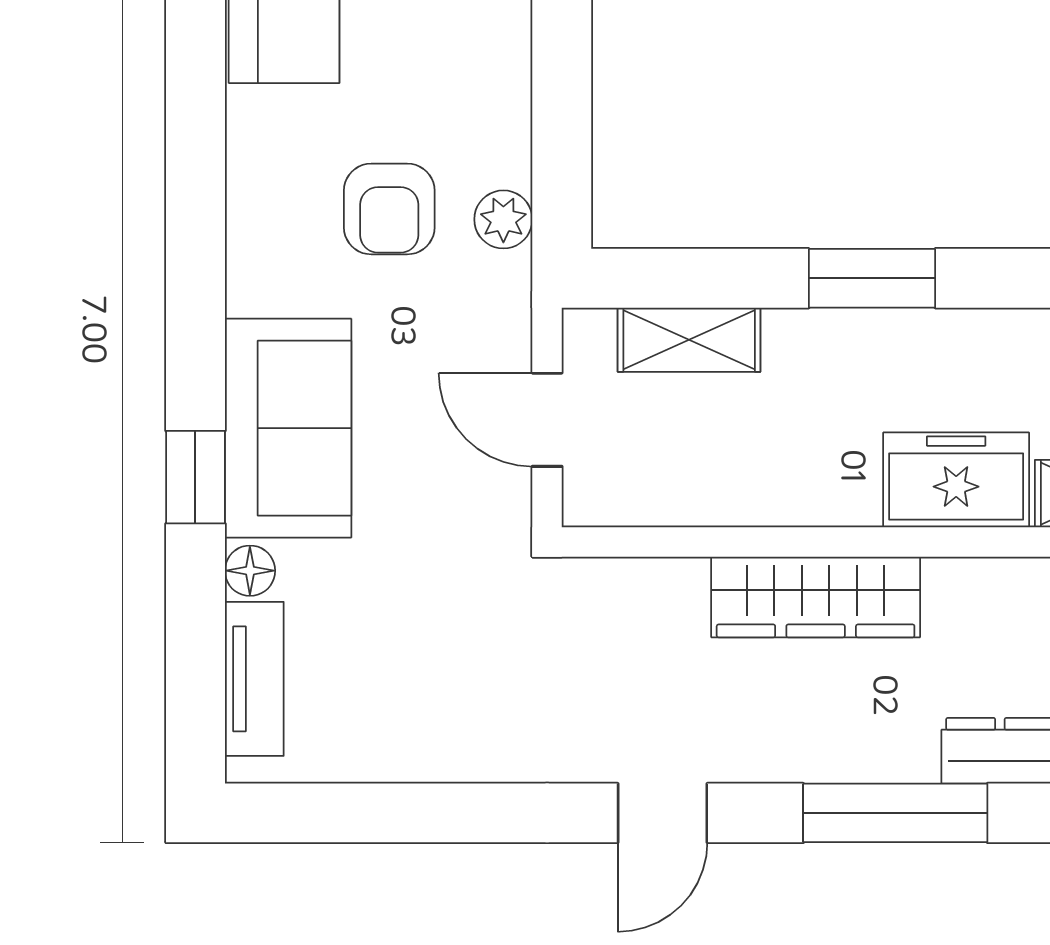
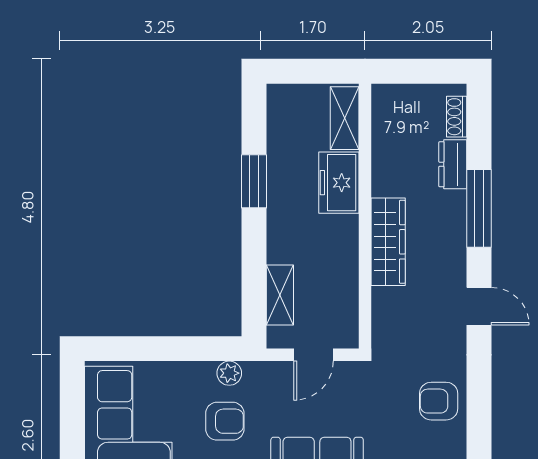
window: (872, 278) -> (254, 181), moved
armchair: (437, 717) -> (439, 401), added

